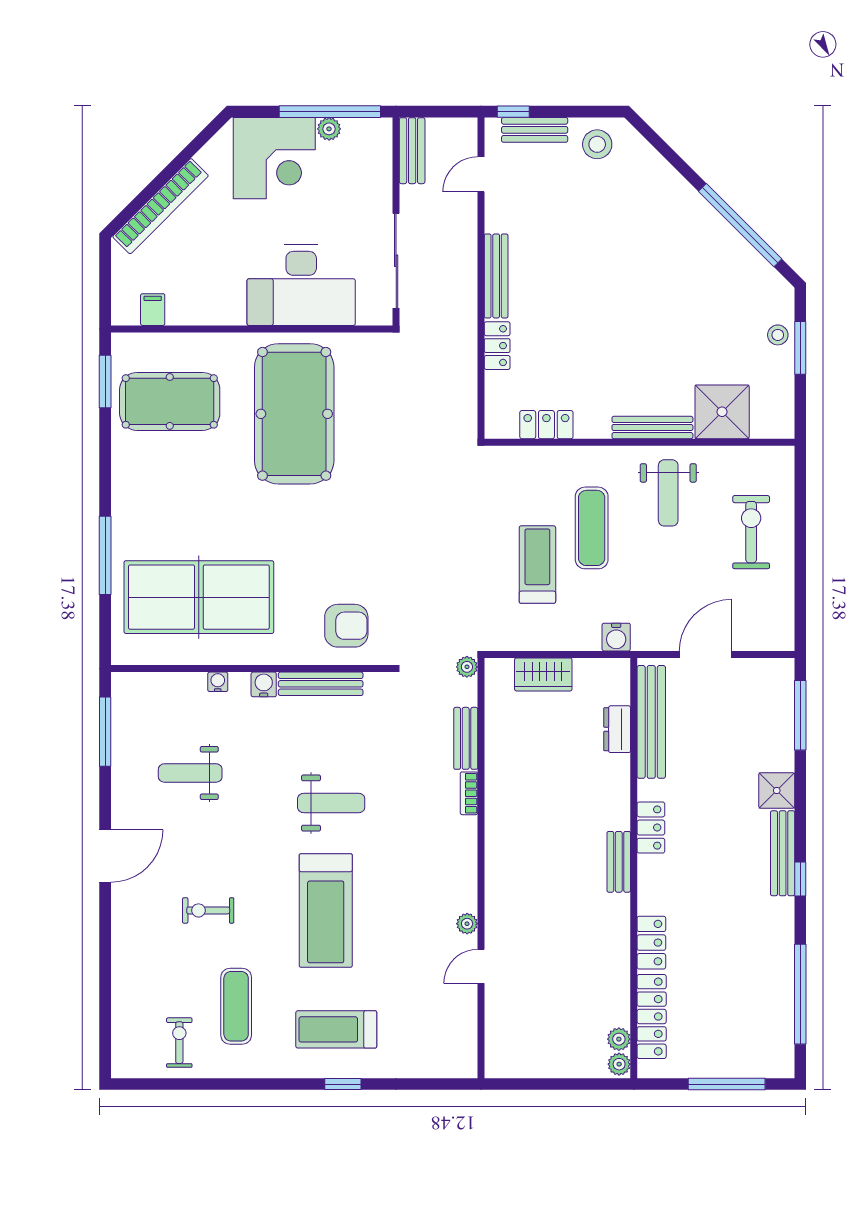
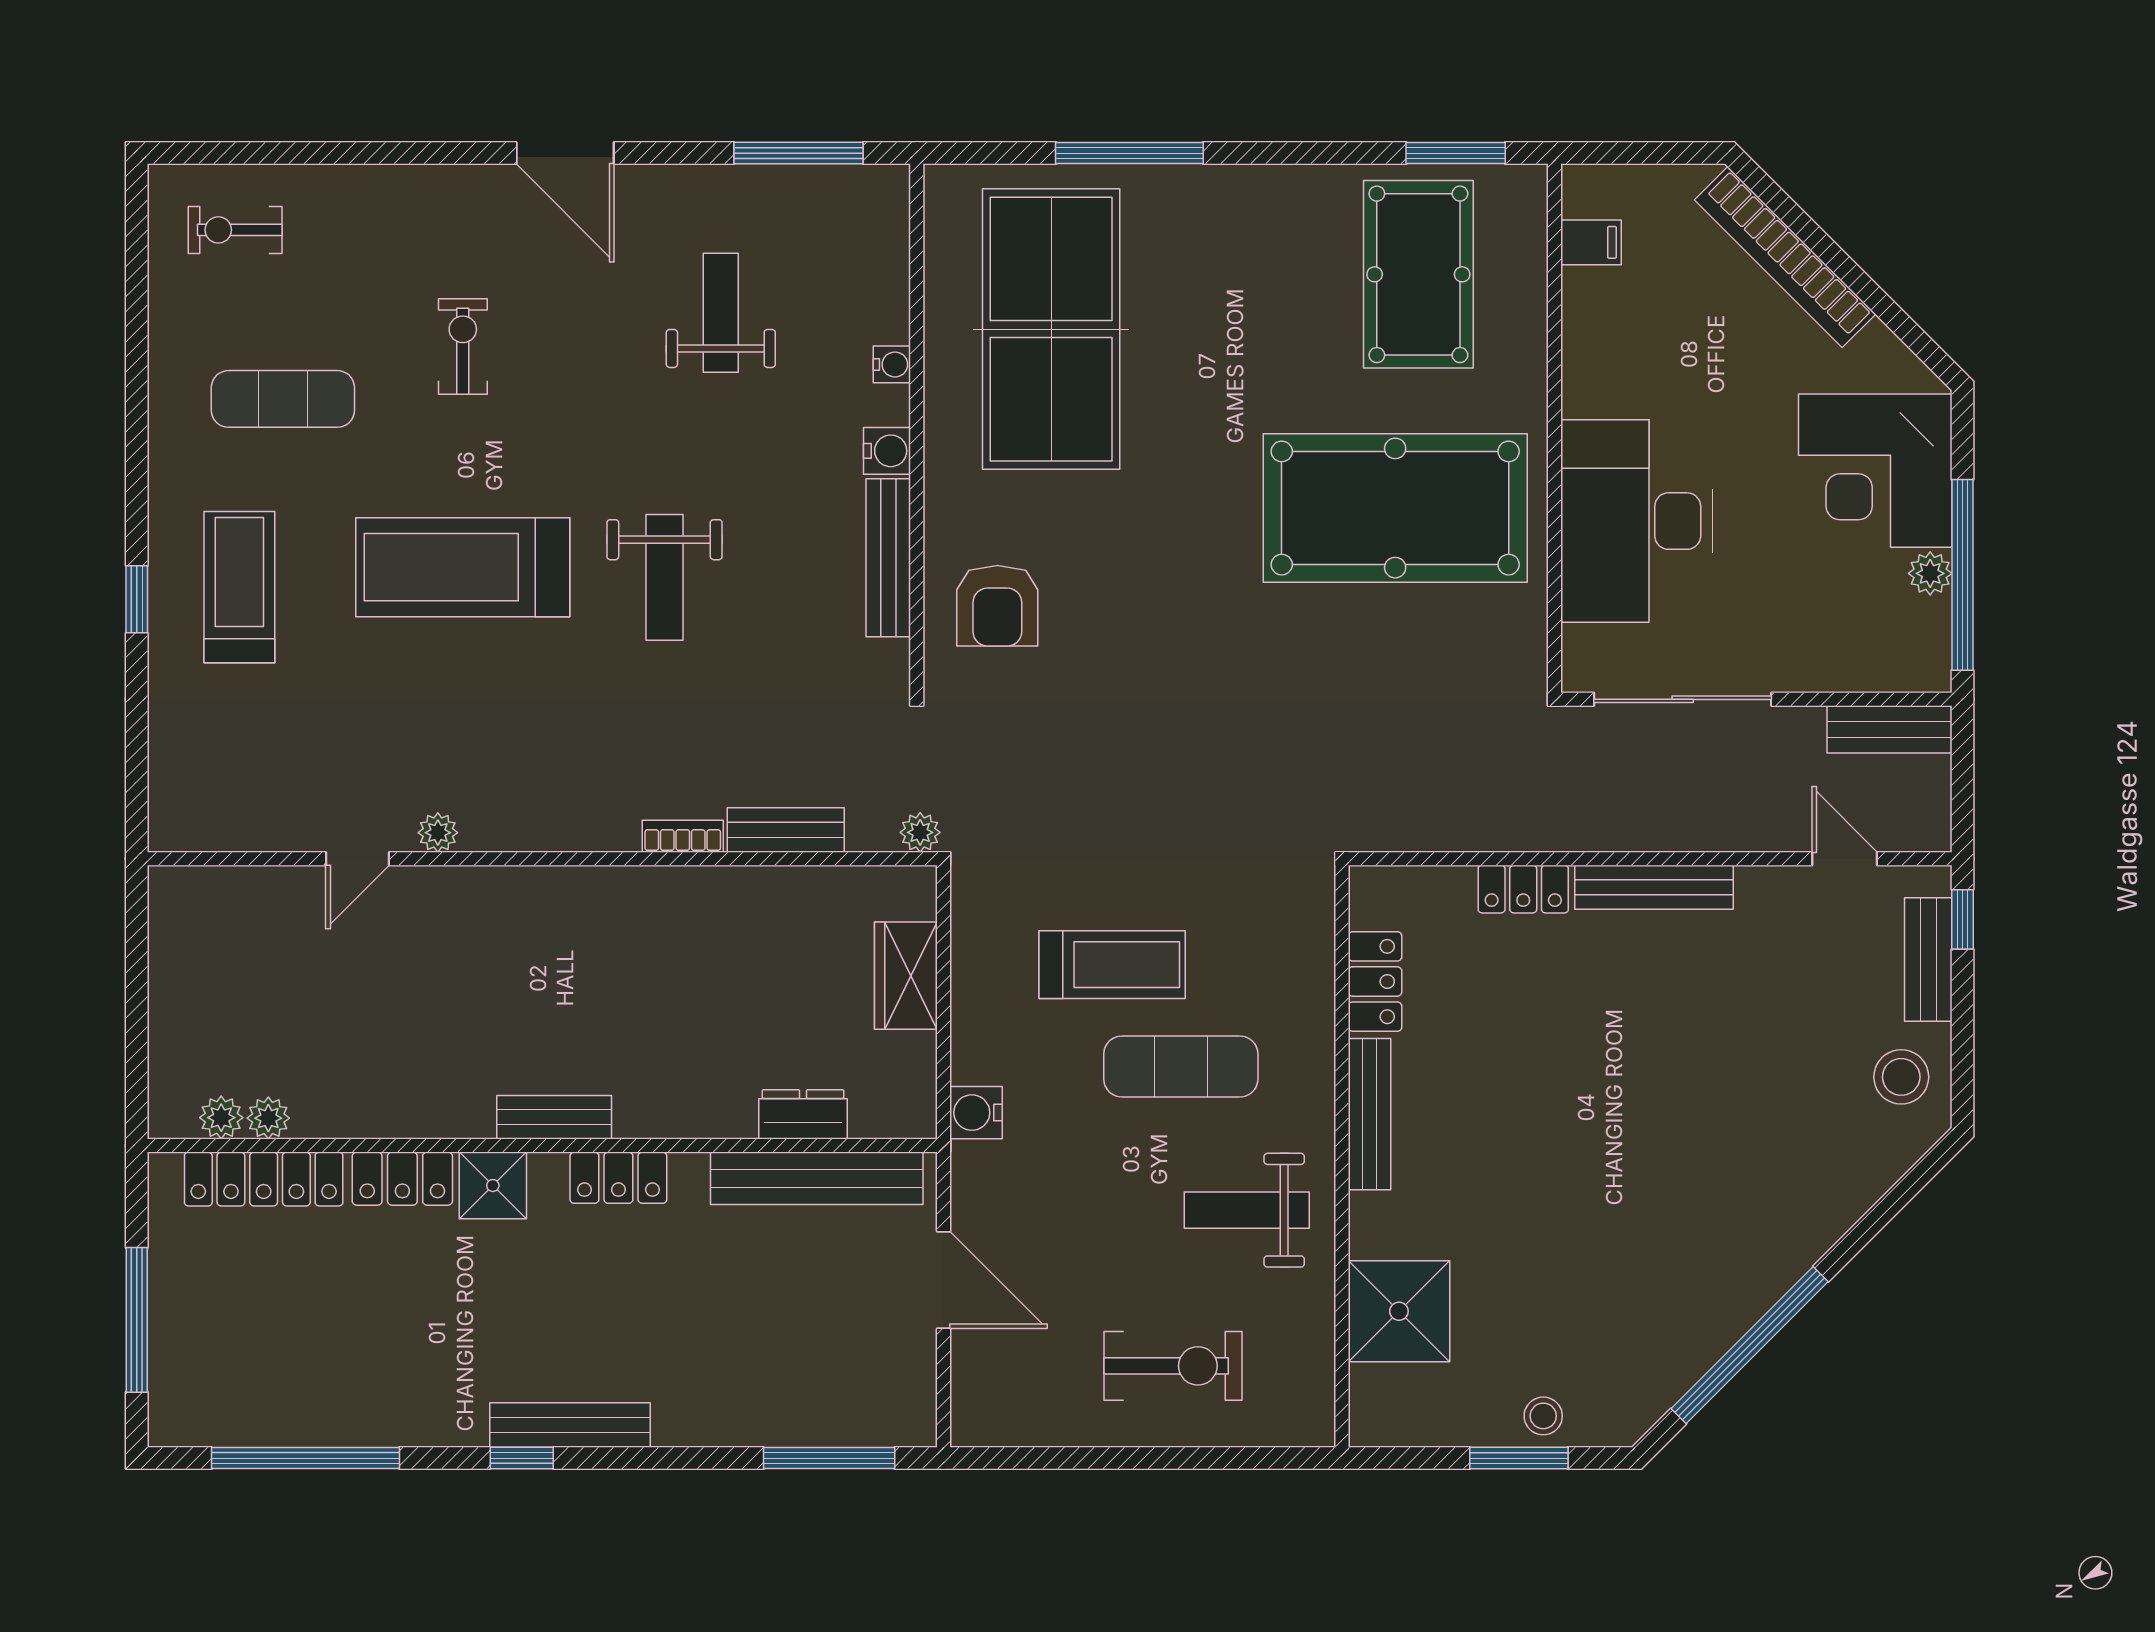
bench: (652, 427) -> (1369, 1114), moved
shower: (777, 790) -> (493, 1185), moved
door: (481, 966) -> (358, 859), swing flipped
exercise bike: (179, 1043) -> (235, 230), moved, turned 180
plant: (619, 1064) -> (268, 1118), moved

